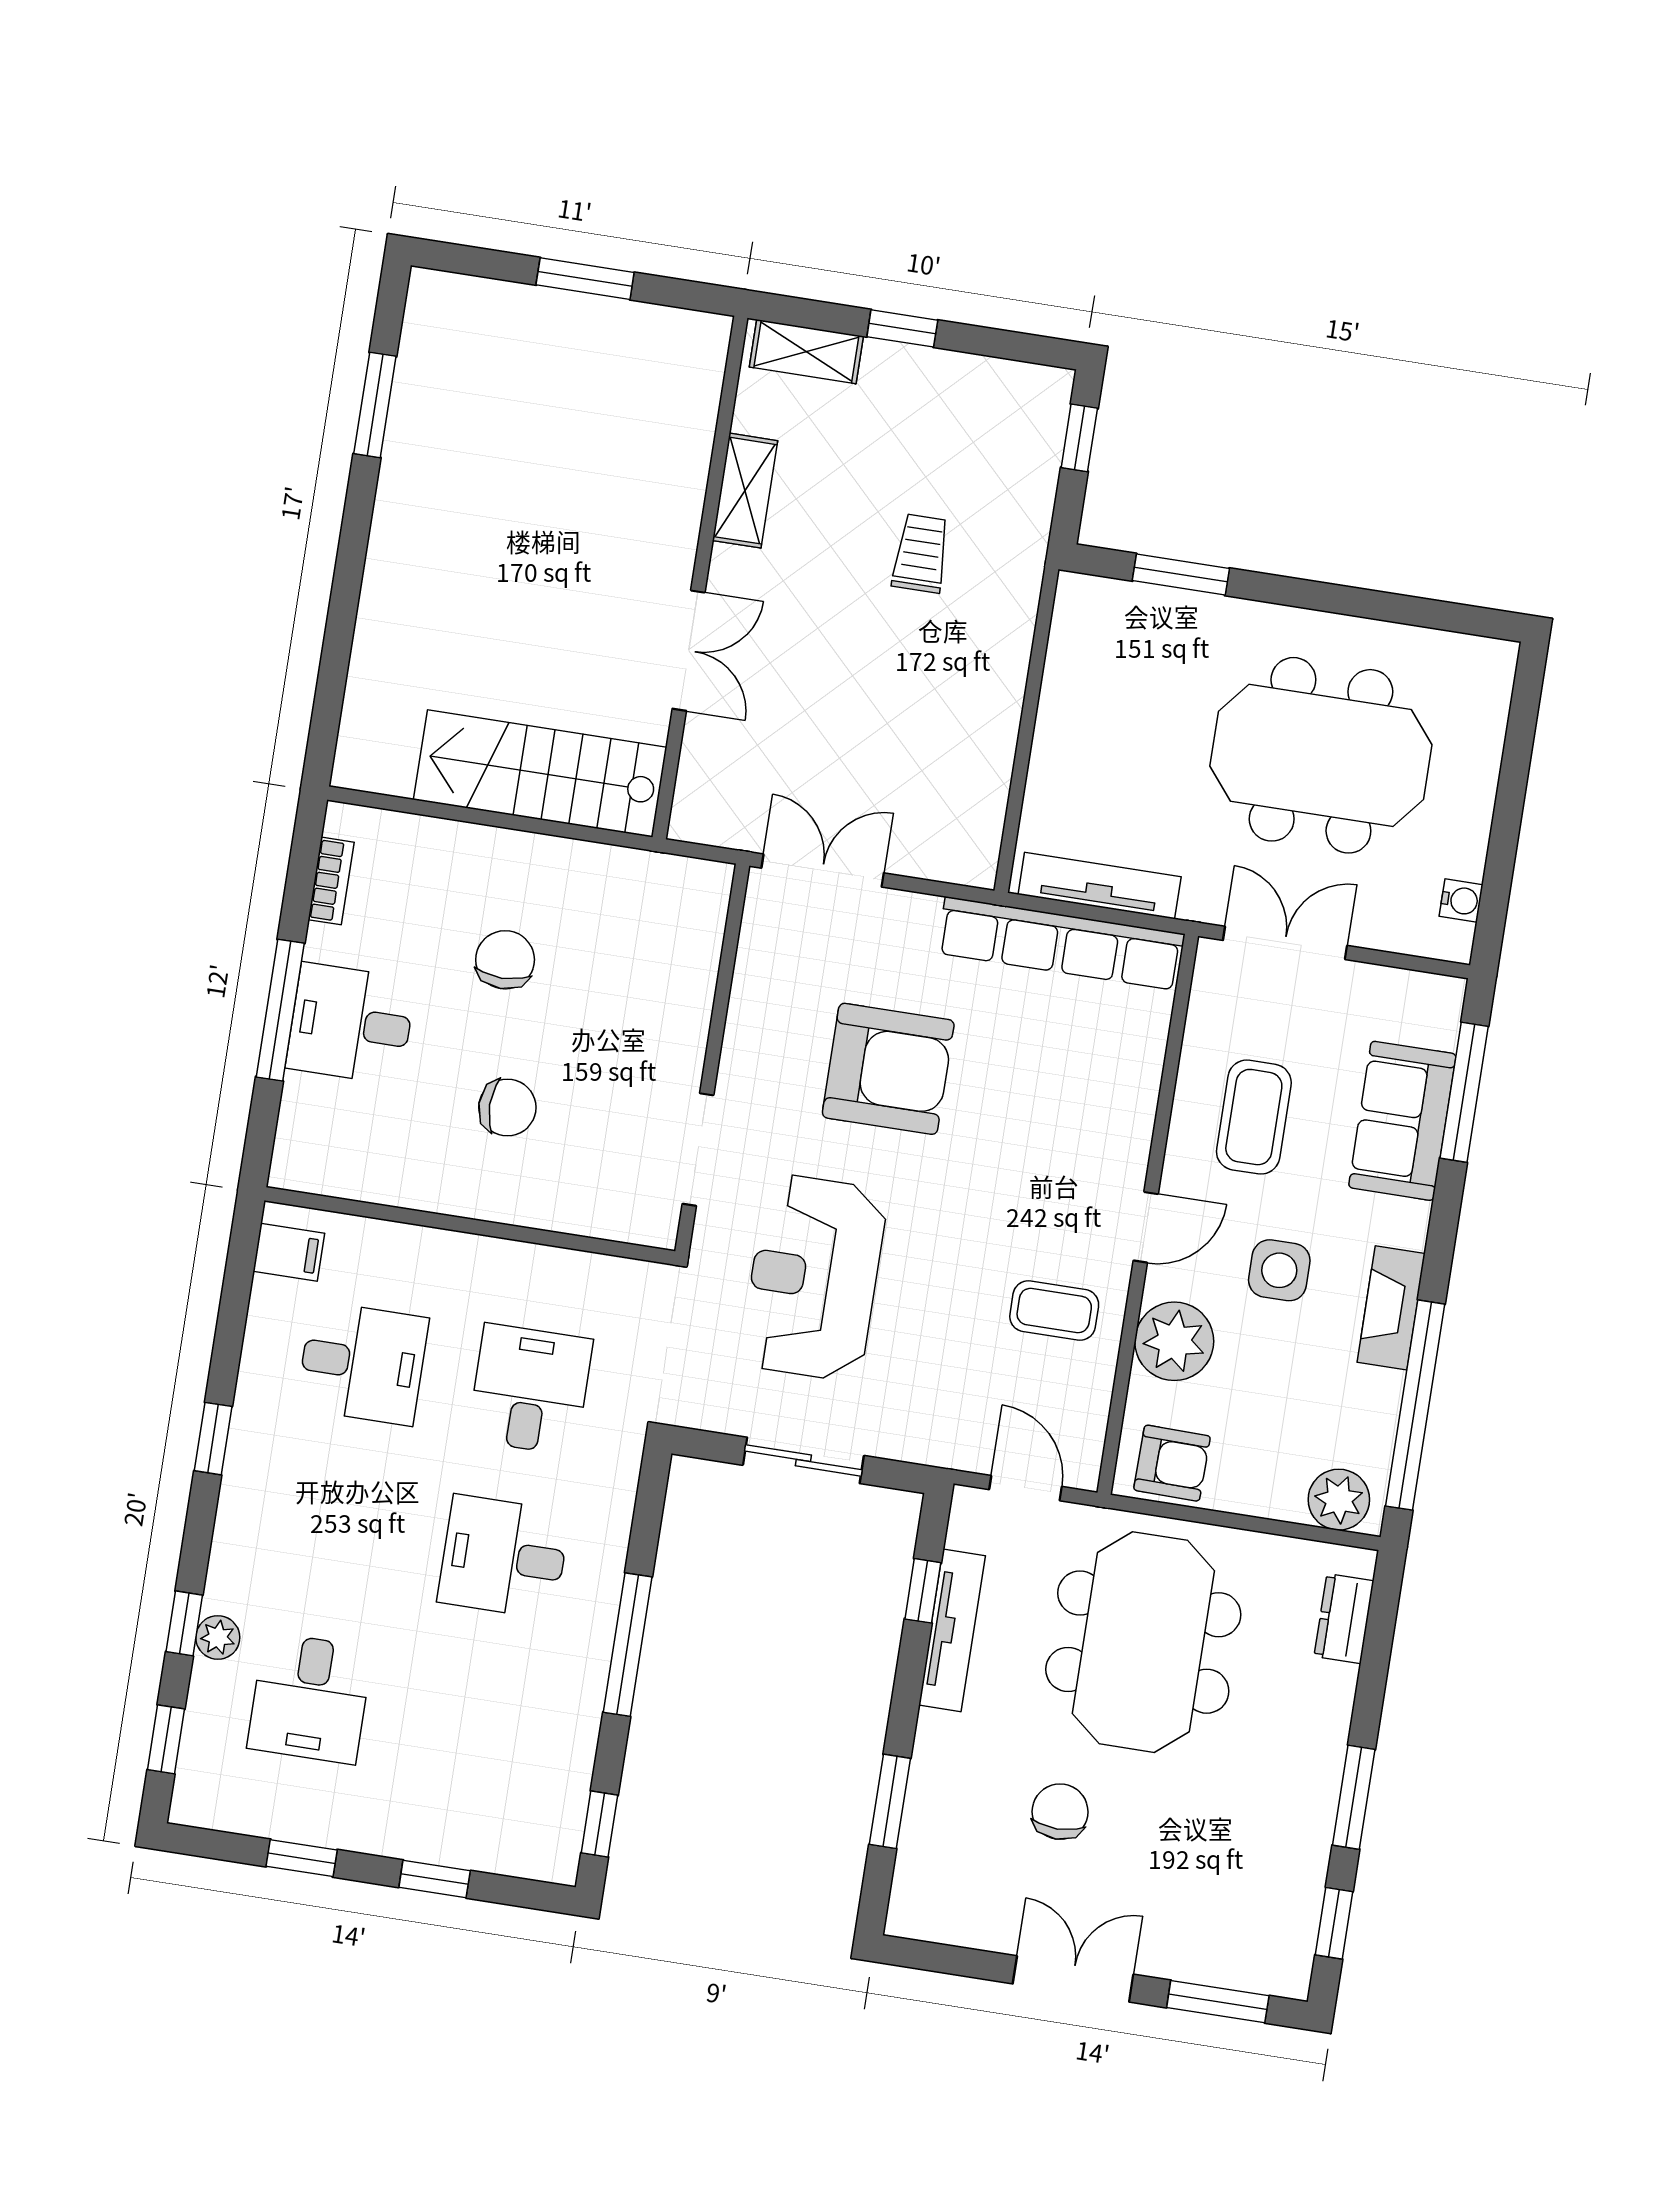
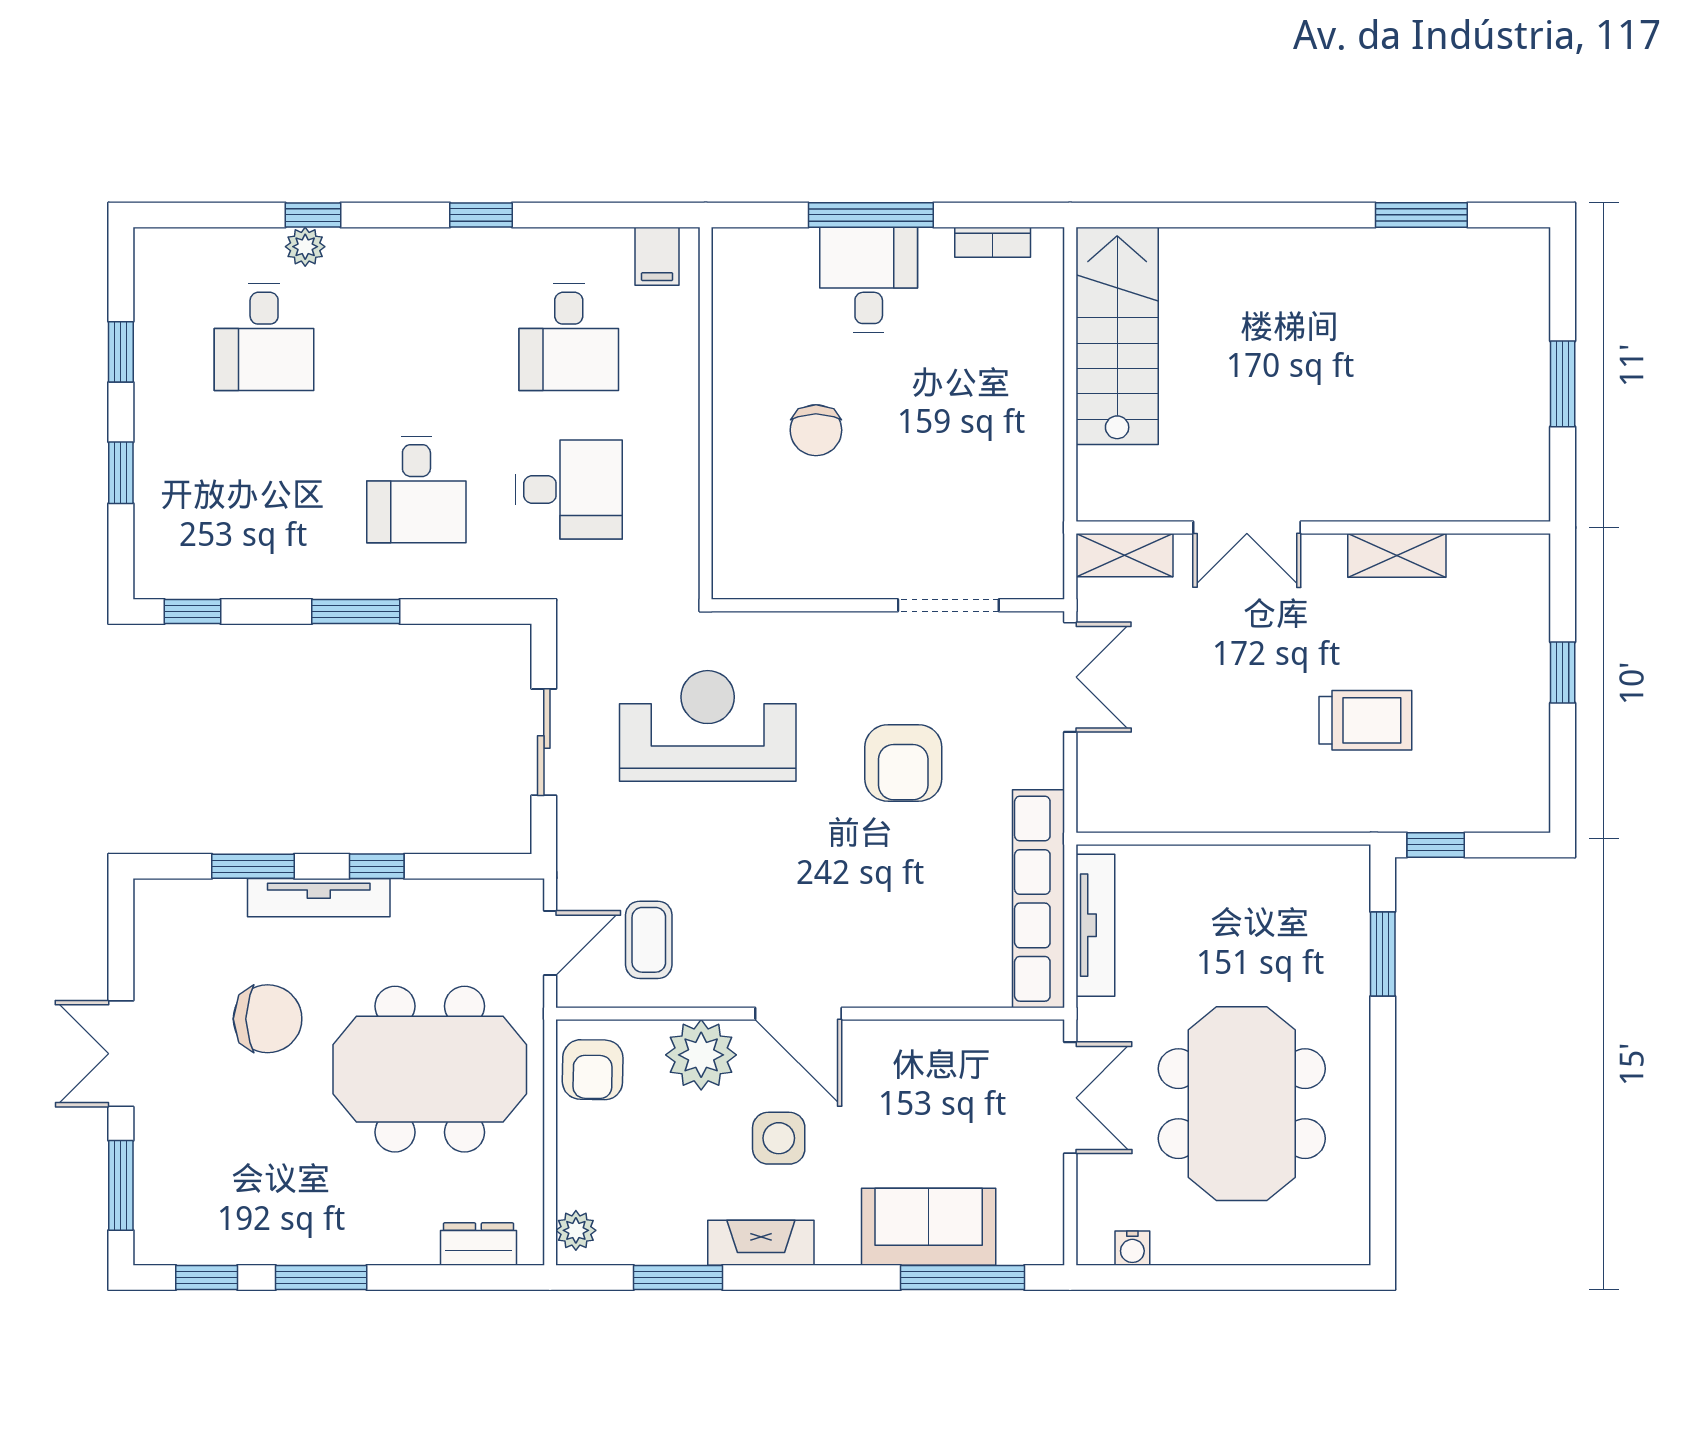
shelving: (806, 352) -> (1124, 555), moved, turned 90
window: (1079, 438) -> (1436, 845), moved
trolley: (921, 553) -> (1365, 720), width x1.36, depth x1.39
stairs: (540, 773) -> (1117, 336), moved
chair: (505, 960) -> (947, 408), removed
armchair: (888, 1069) -> (903, 763), width x0.73, depth x0.73
coffee table: (1254, 1117) -> (911, 1094), removed
doorway: (698, 1150) -> (948, 605), moved
door: (1146, 1227) -> (798, 1014), width x1.38
coffee table: (1054, 1311) -> (649, 940), moved
window: (1415, 1405) -> (678, 1278), width x0.47
plant: (1339, 1500) -> (576, 1230), width x0.73, depth x0.73
desk: (504, 1557) -> (416, 489), turned 180
window: (923, 1591) -> (377, 866), moved
tv unit: (952, 1630) -> (319, 898), moved
window: (628, 1645) -> (356, 612), width x0.69
desk: (310, 1698) -> (264, 337), turned -90
window: (166, 1739) -> (207, 215), removed
chair: (1060, 1812) -> (268, 1019), width x1.37, depth x1.37
double door: (1073, 1979) -> (121, 1054), swing flipped

